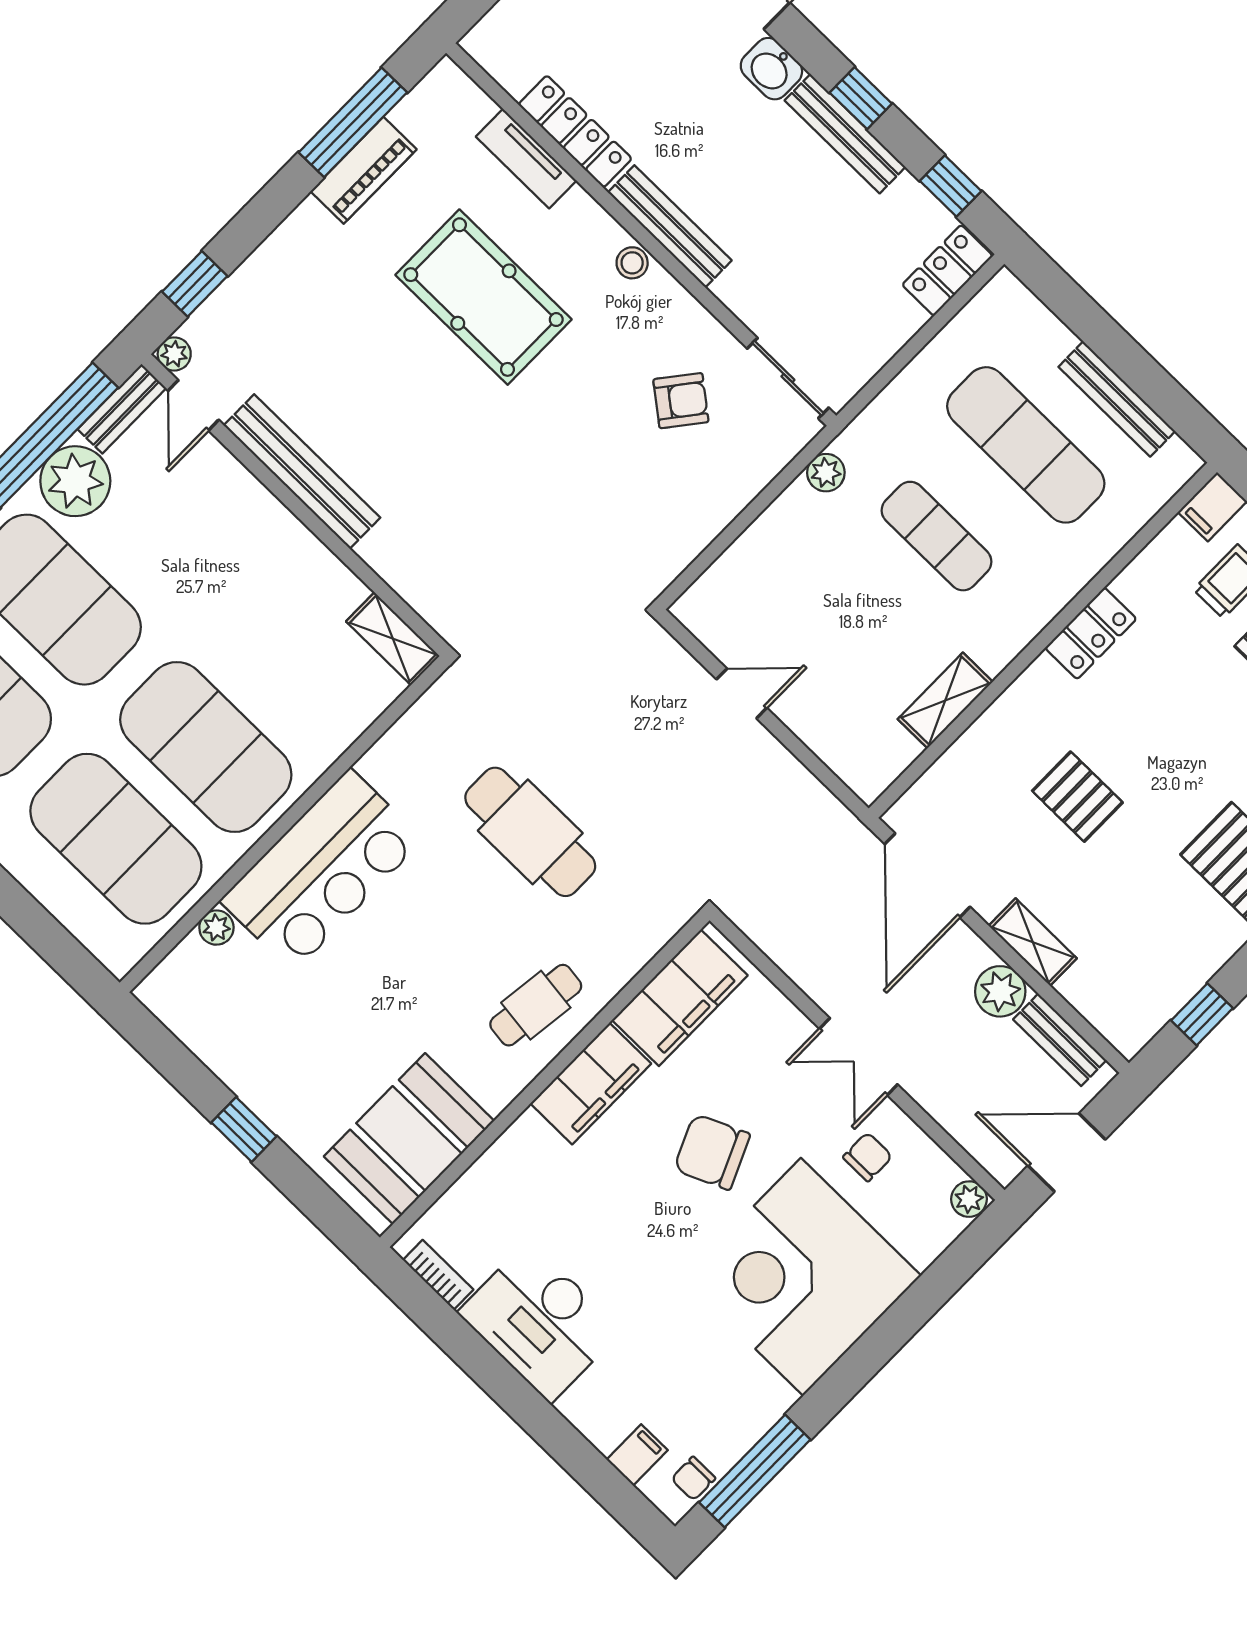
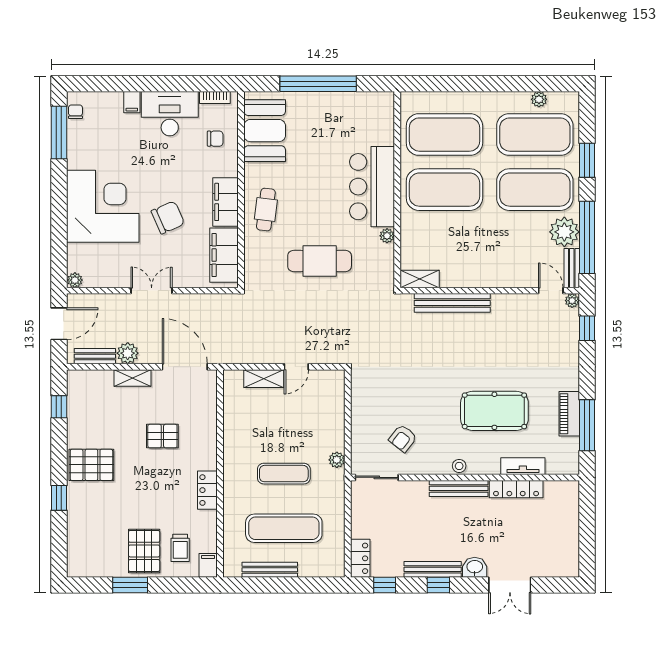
bench: (302, 472) -> (452, 303), moved
shelving: (945, 700) -> (264, 379), moved, turned 90
plant: (216, 928) -> (387, 236), moved
window: (244, 1129) -> (318, 84), width x3.17
chair: (868, 1157) -> (215, 139), moved, turned -90
filing cabinet: (637, 1455) -> (132, 102), moved

